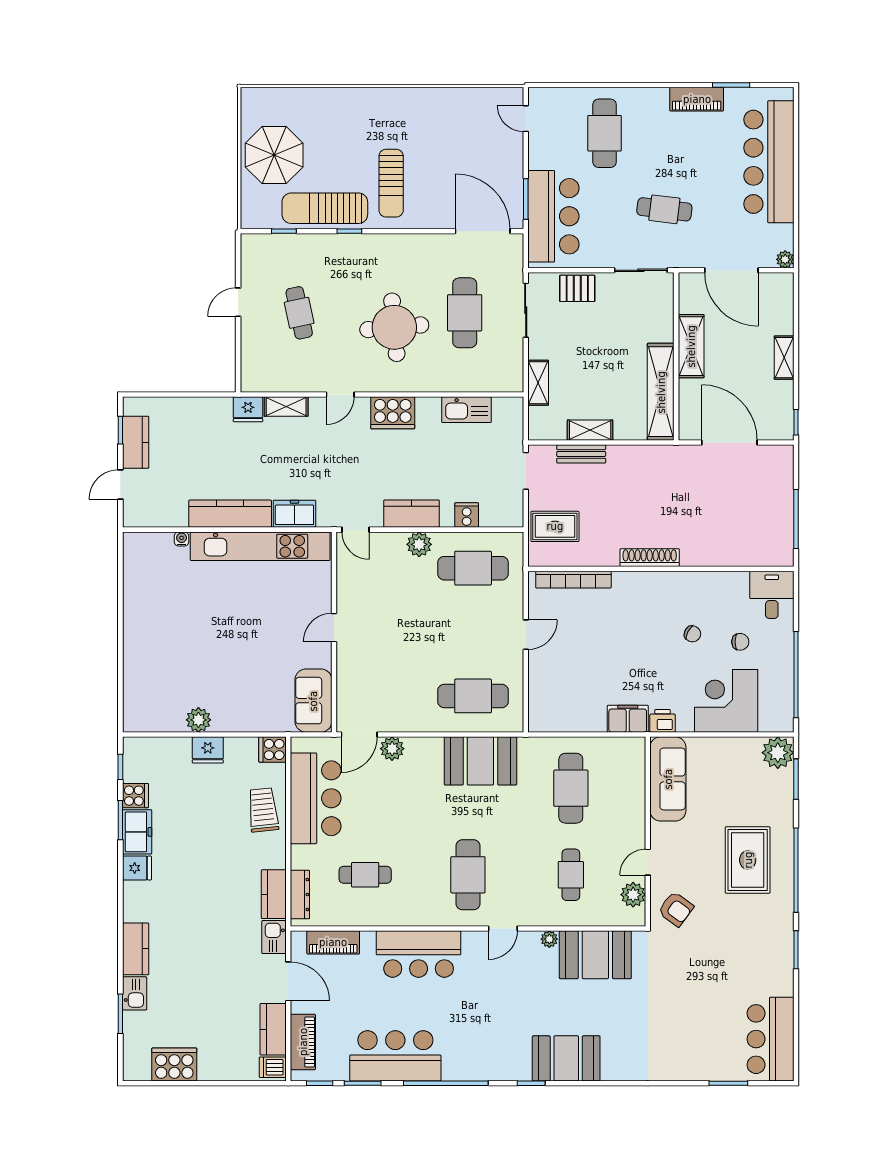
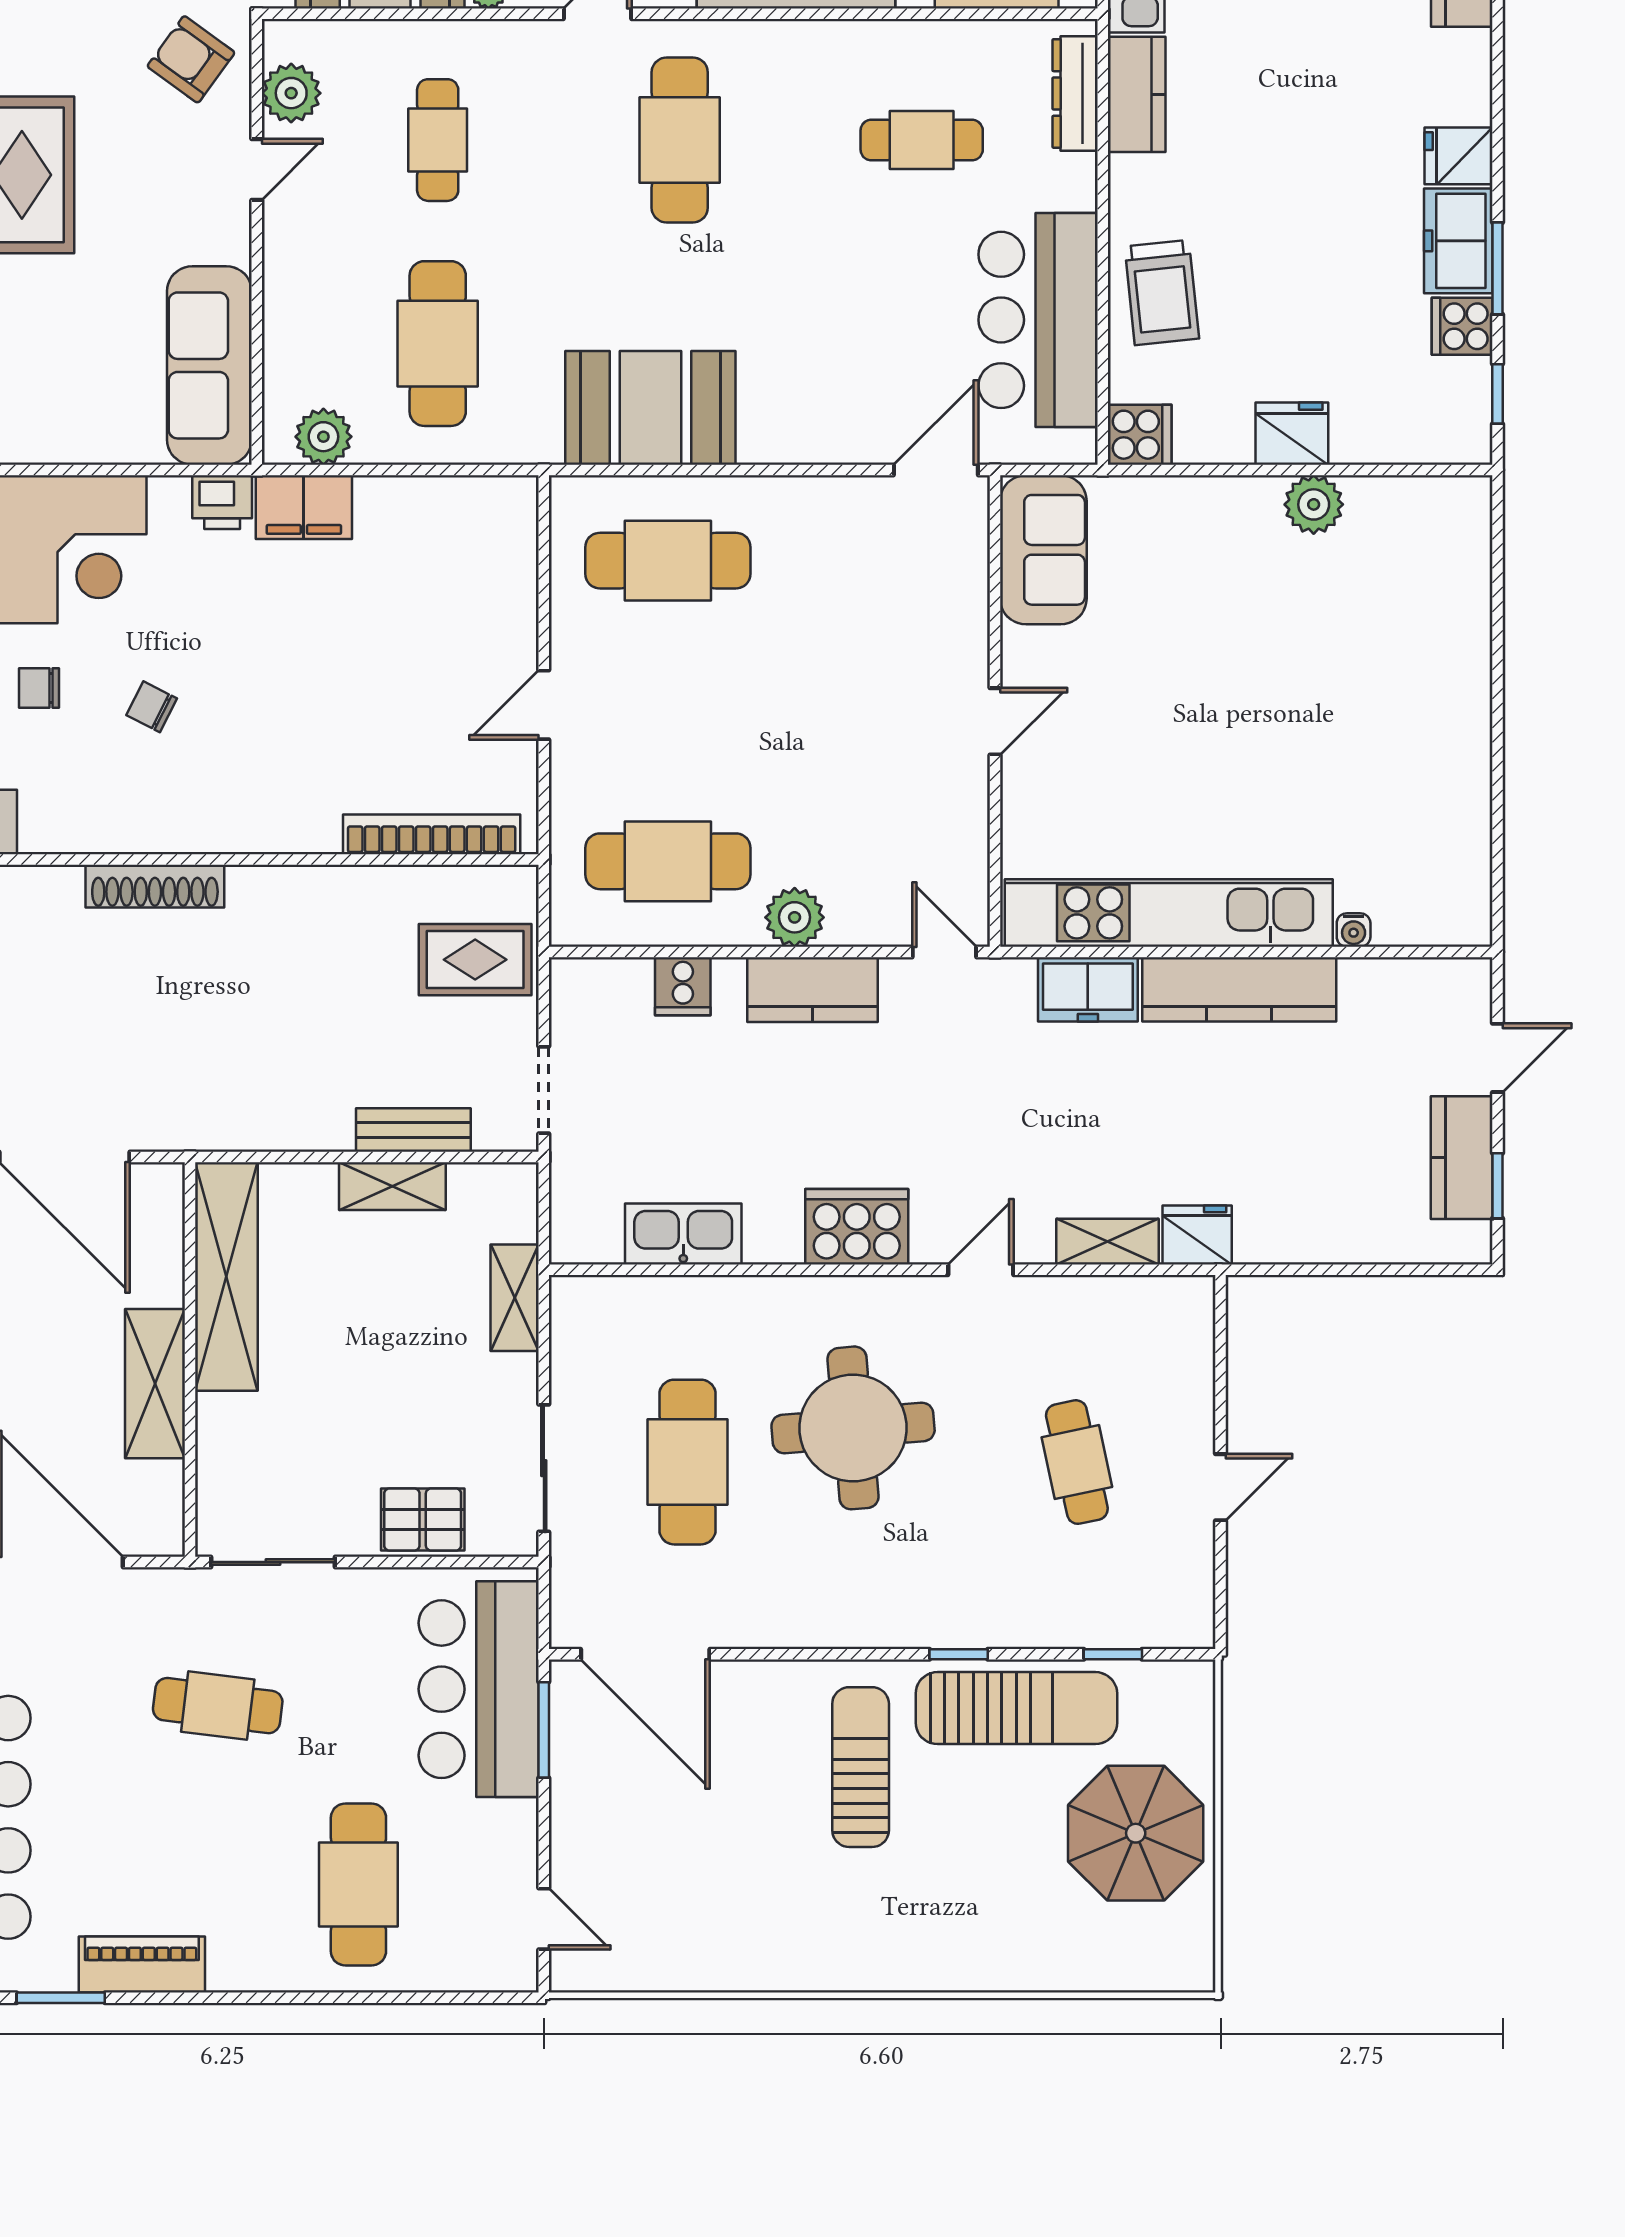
shoe rack: (650, 558) -> (155, 886), moved
plant: (392, 749) -> (323, 437), moved

